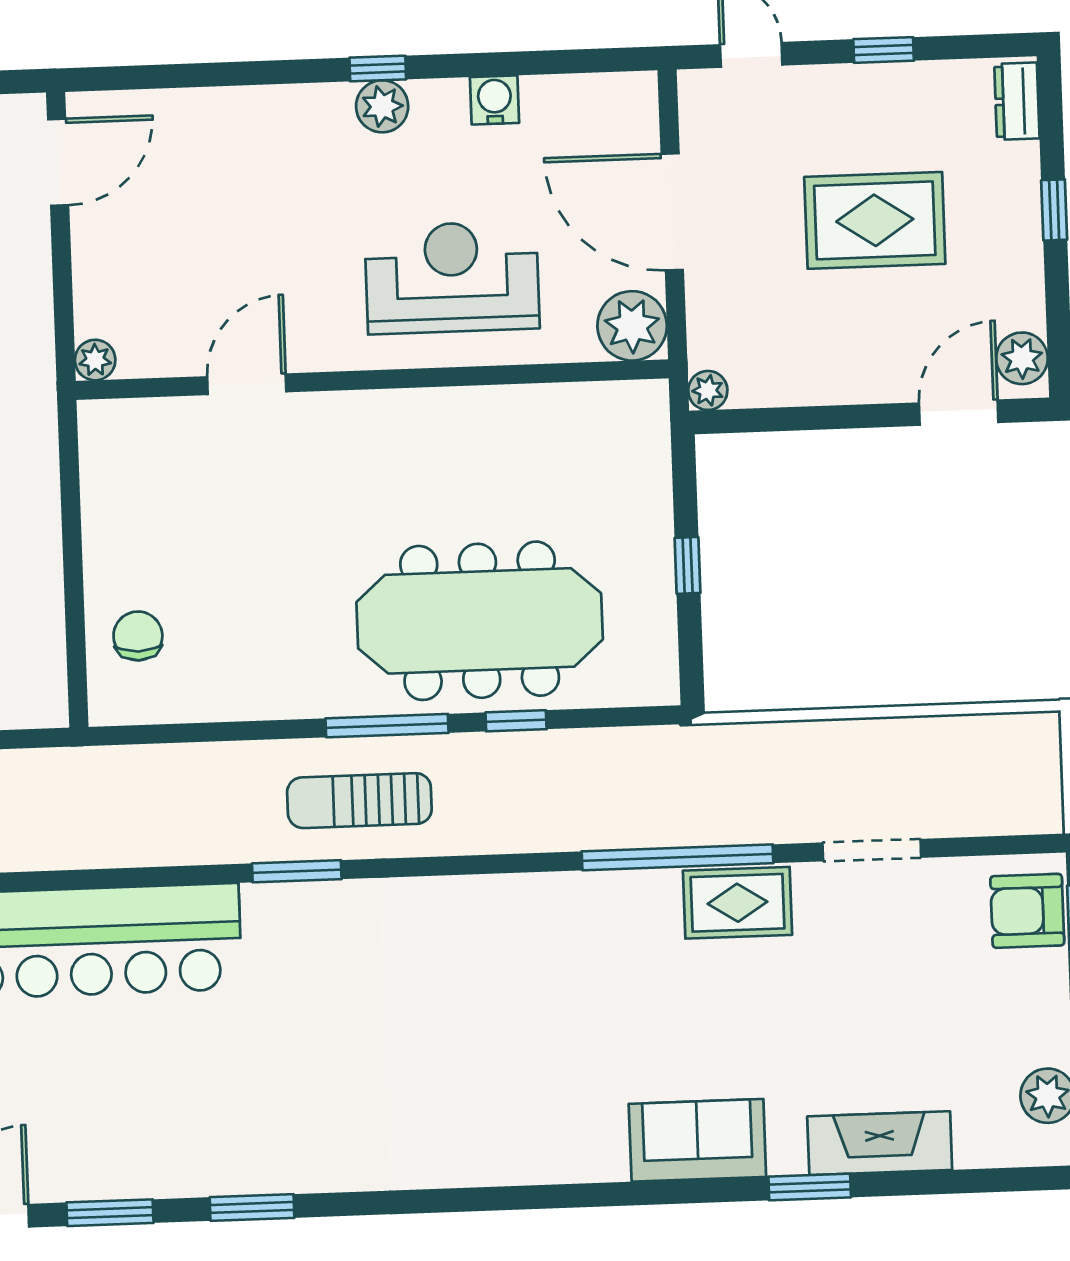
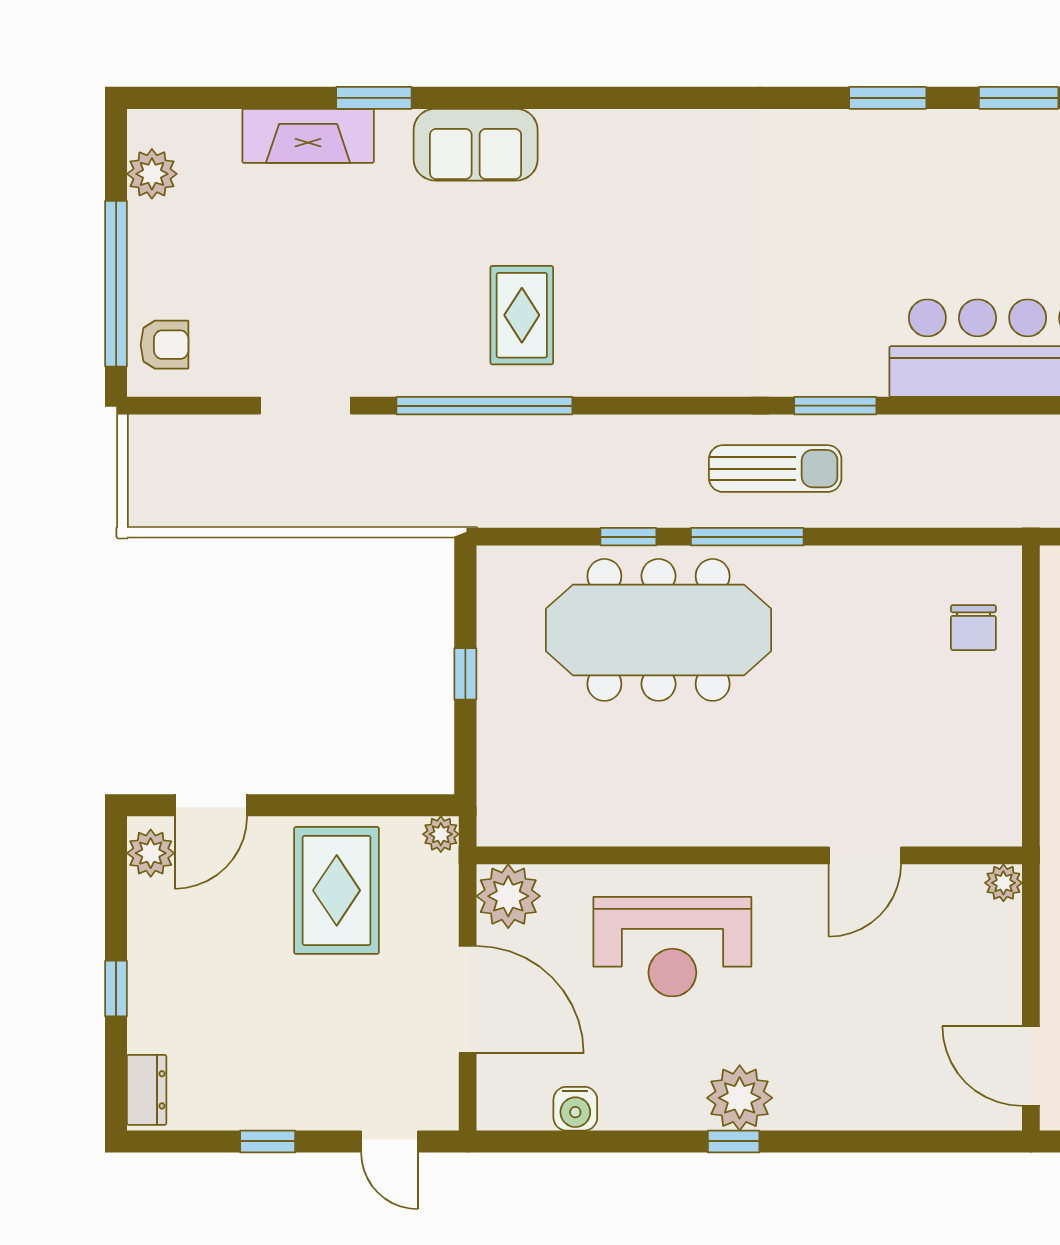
water cooler: (495, 100) -> (575, 1109), moved
plant: (382, 106) -> (740, 1098), width x1.36, depth x1.36
door: (58, 162) -> (1031, 1066), hinge flipped
rug: (875, 220) -> (337, 890), moved, turned 90
rug: (737, 903) -> (522, 315), moved, turned 90
armchair: (1027, 911) -> (164, 345), width x0.72, depth x0.72

